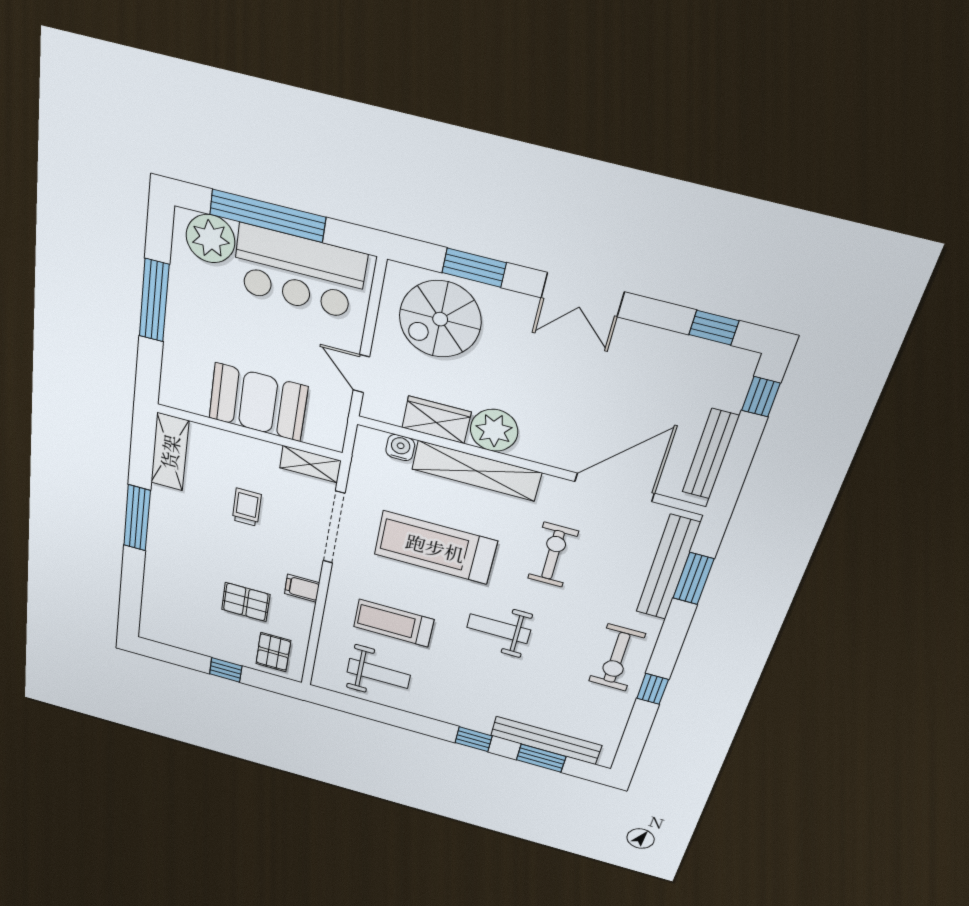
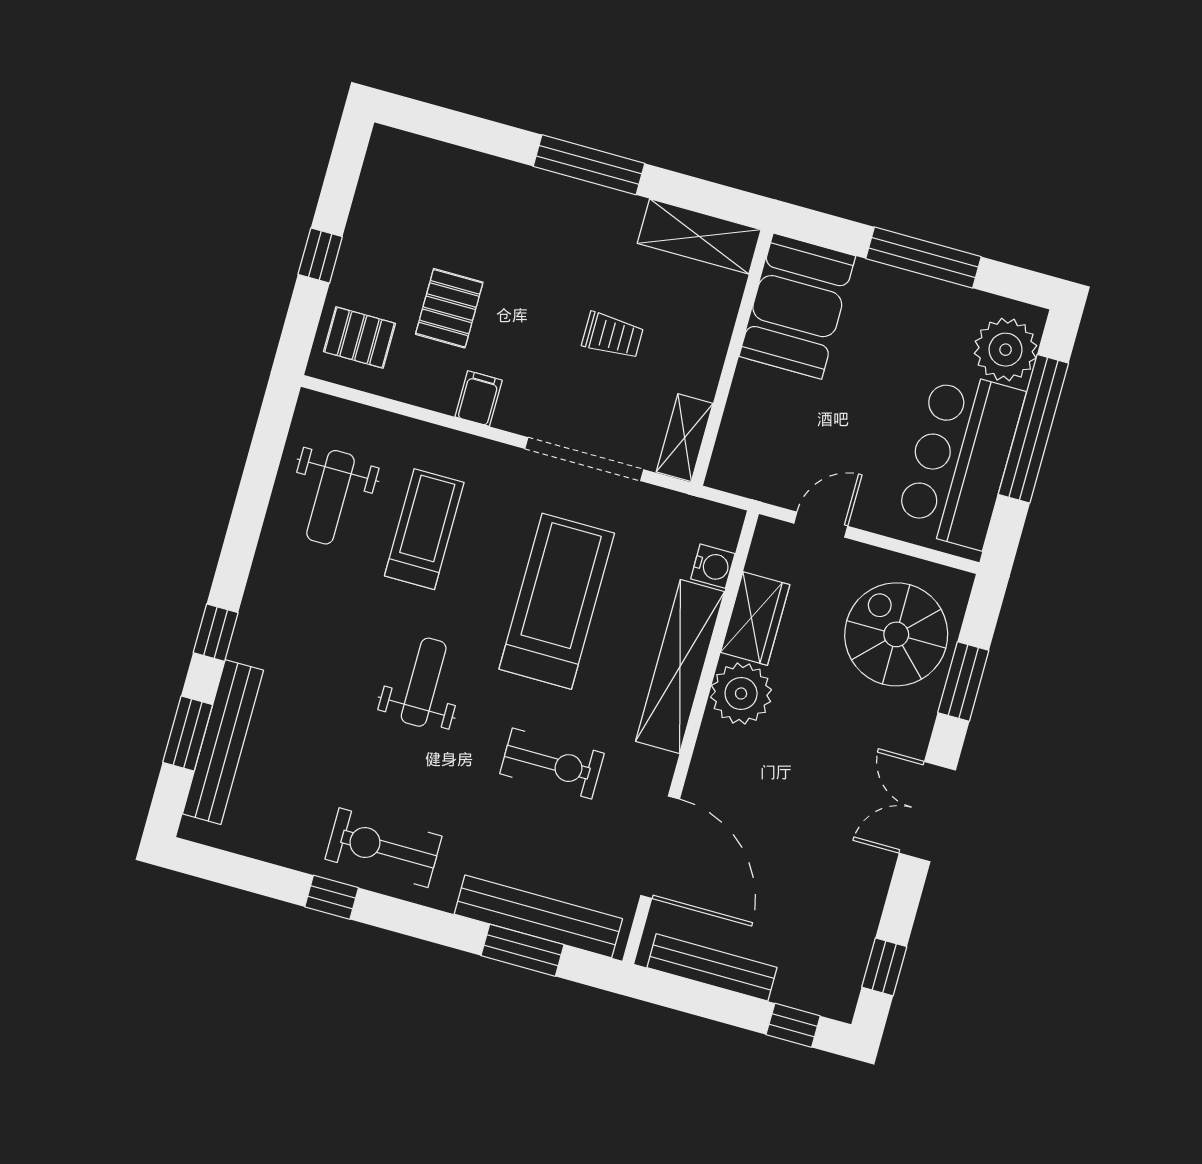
booth: (258, 402) -> (797, 306), moved

